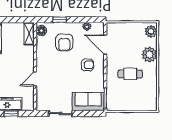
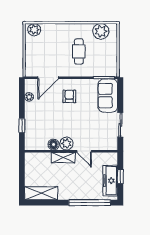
floor lamp: (41, 31) -> (54, 145), moved
shelving: (29, 34) -> (63, 158), moved
armchair: (64, 42) -> (46, 121), removed
plant: (149, 54) -> (101, 31), moved
plant: (42, 62) -> (66, 144), added

